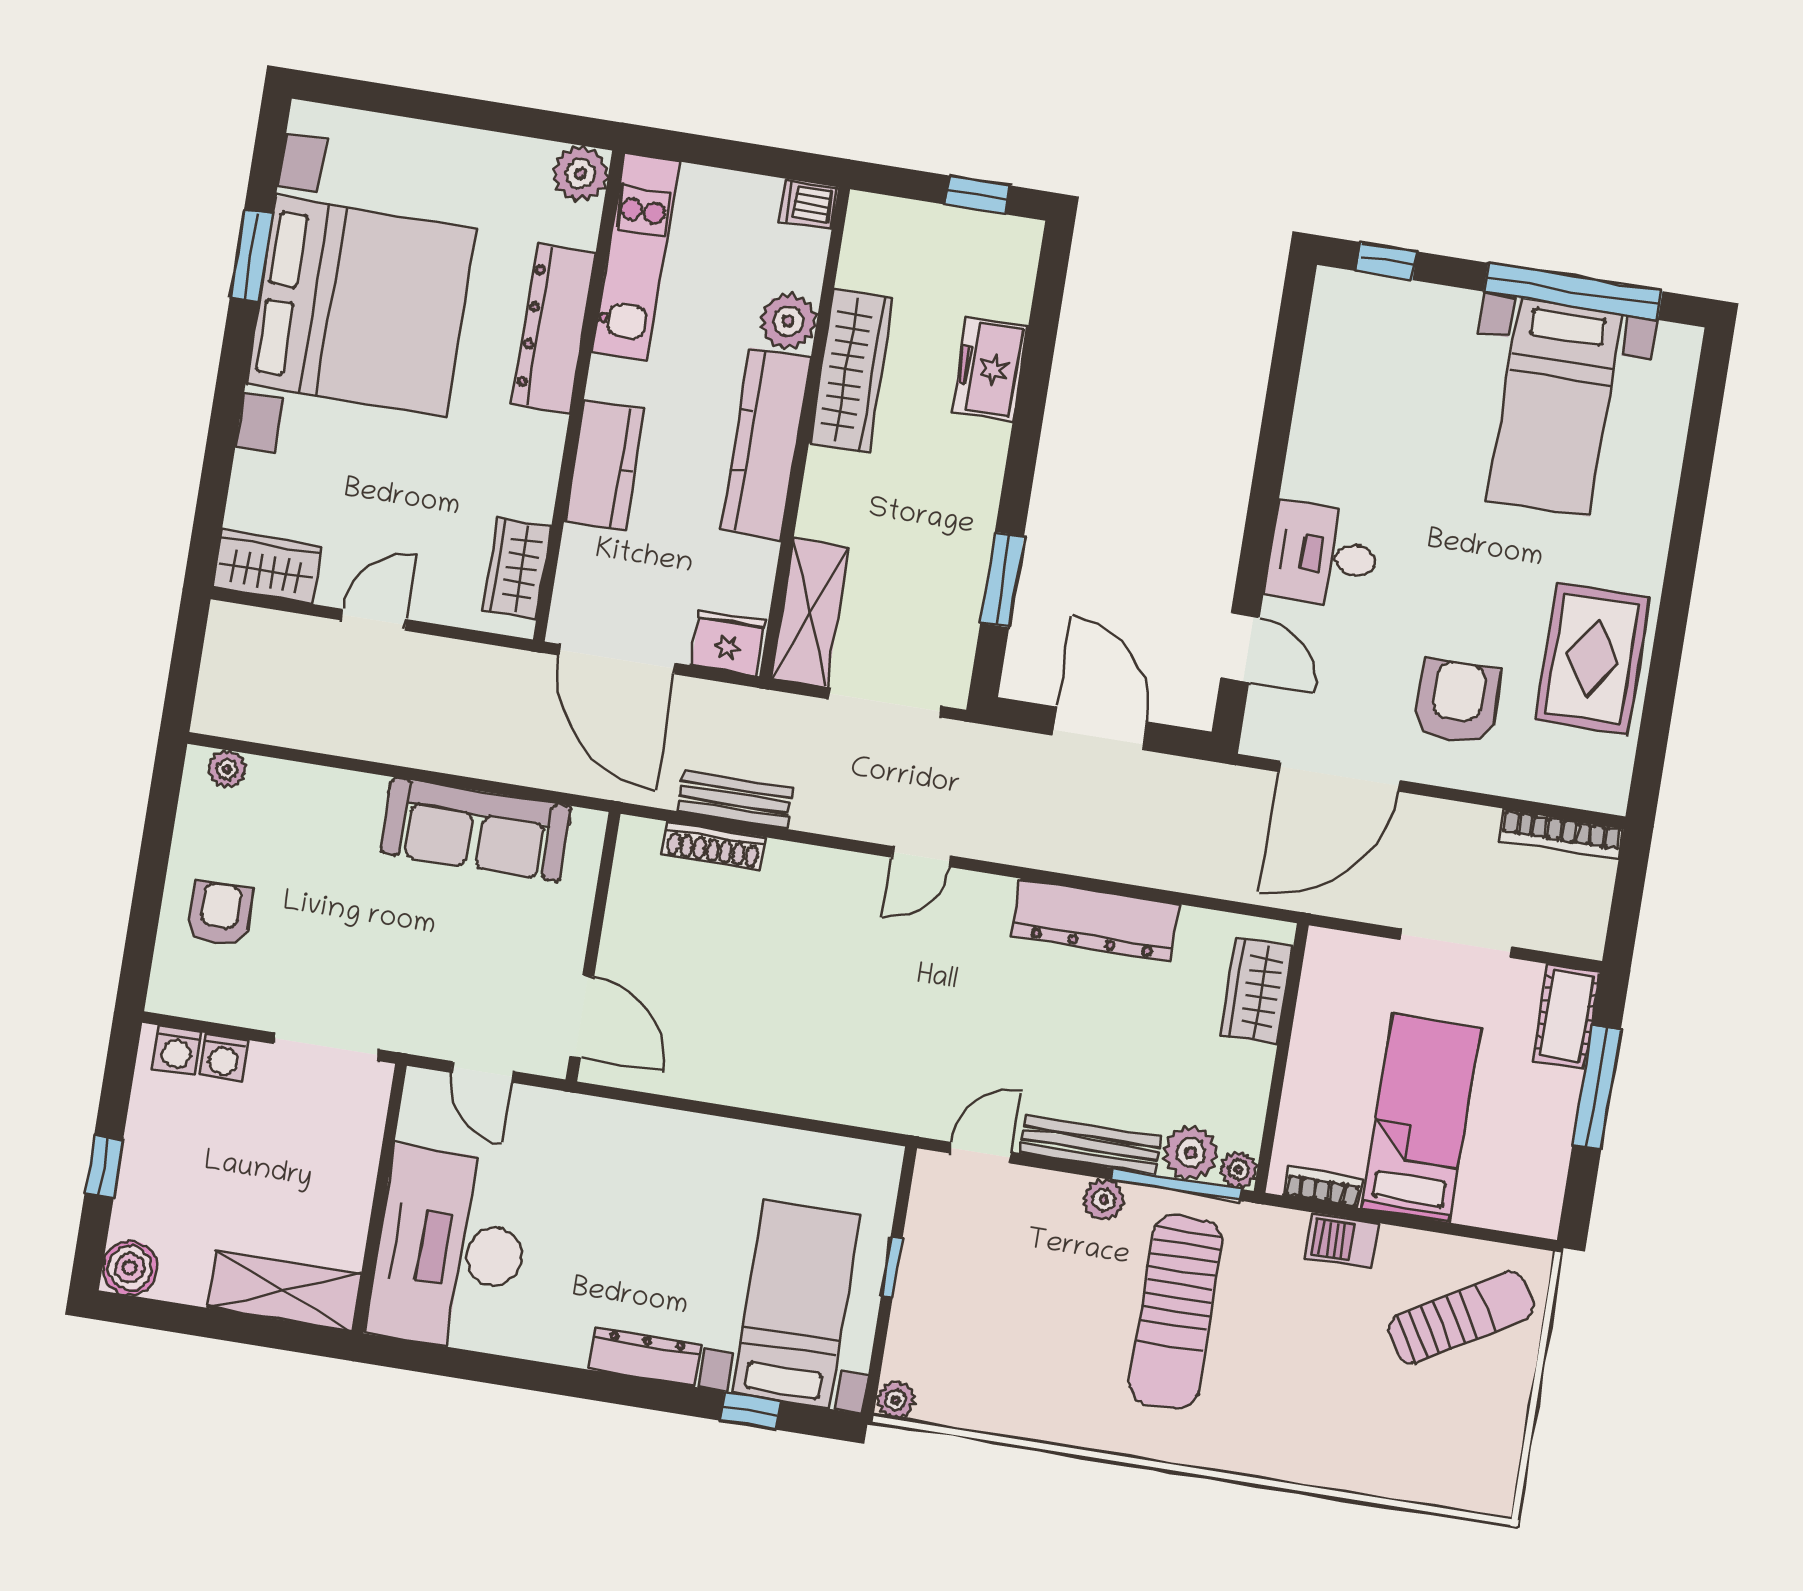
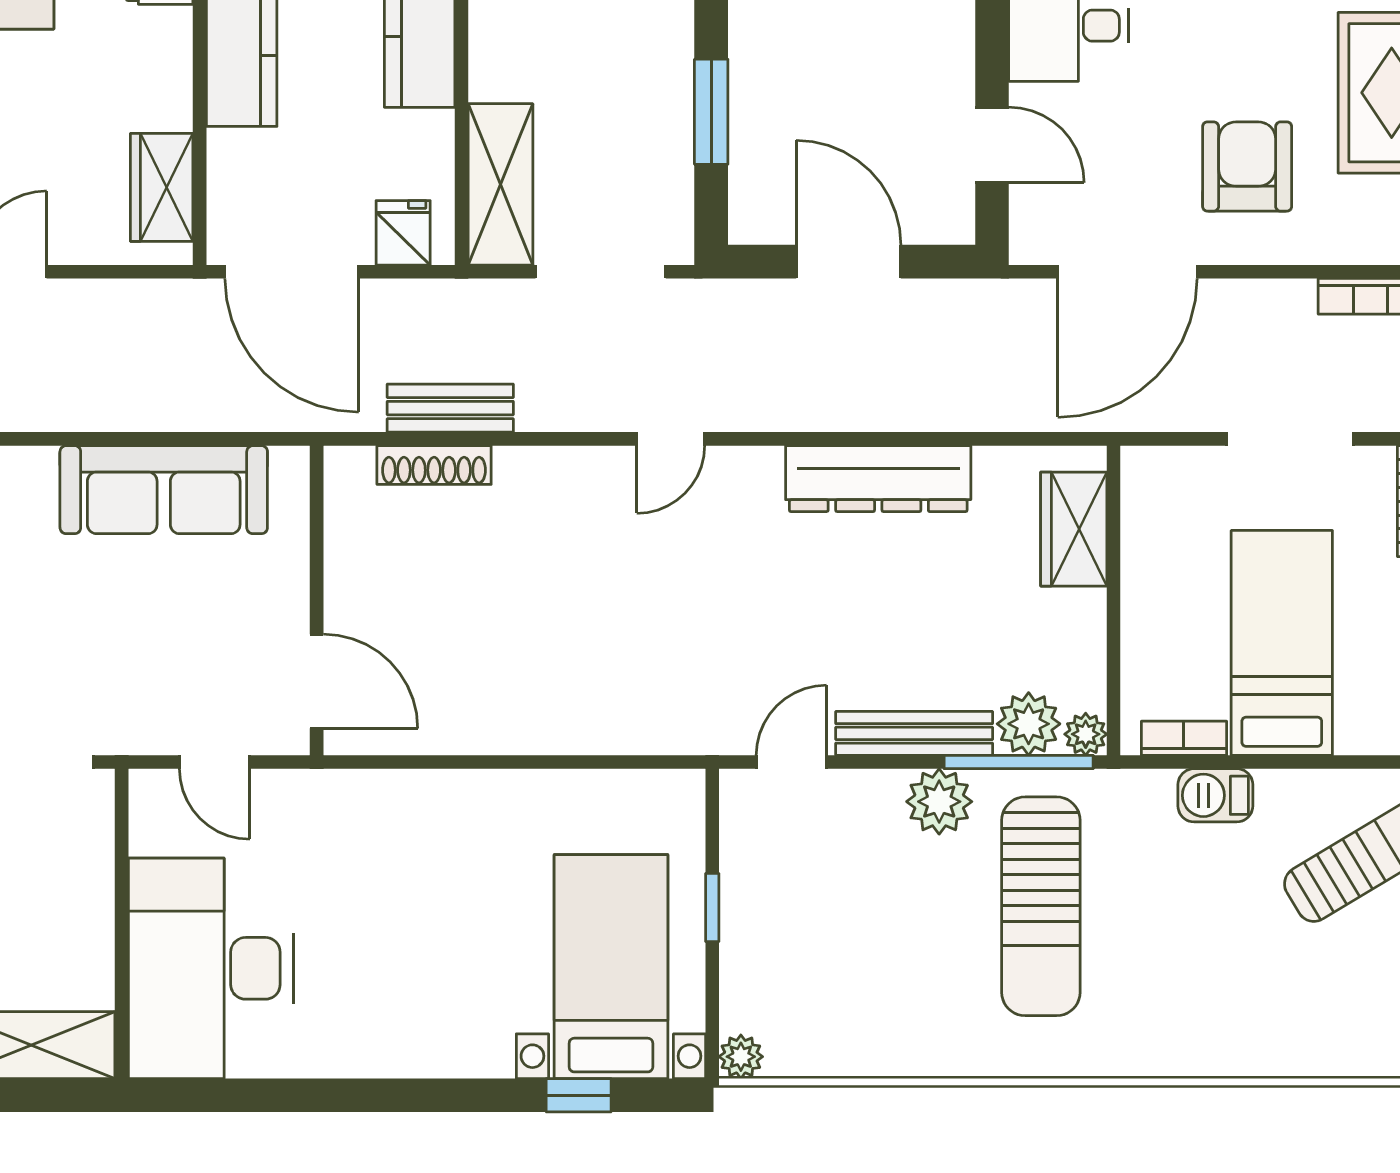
fridge: (728, 643) -> (403, 233), width x0.72
plant: (1104, 1200) -> (939, 802), width x1.38, depth x1.38
dresser: (645, 1357) -> (450, 1054), removed

